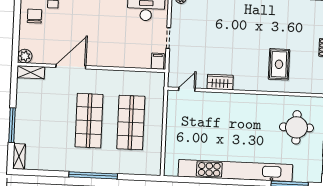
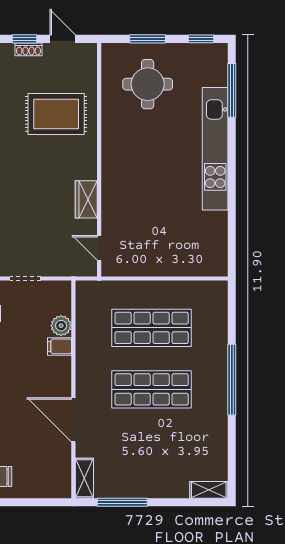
plant: (25, 56) -> (61, 326), moved
filing cabinet: (158, 61) -> (60, 346), moved
rug: (279, 64) -> (56, 114), width x1.36, depth x1.43
window: (12, 125) -> (122, 502), moved
kitchen unit: (235, 171) -> (215, 149), width x0.73

